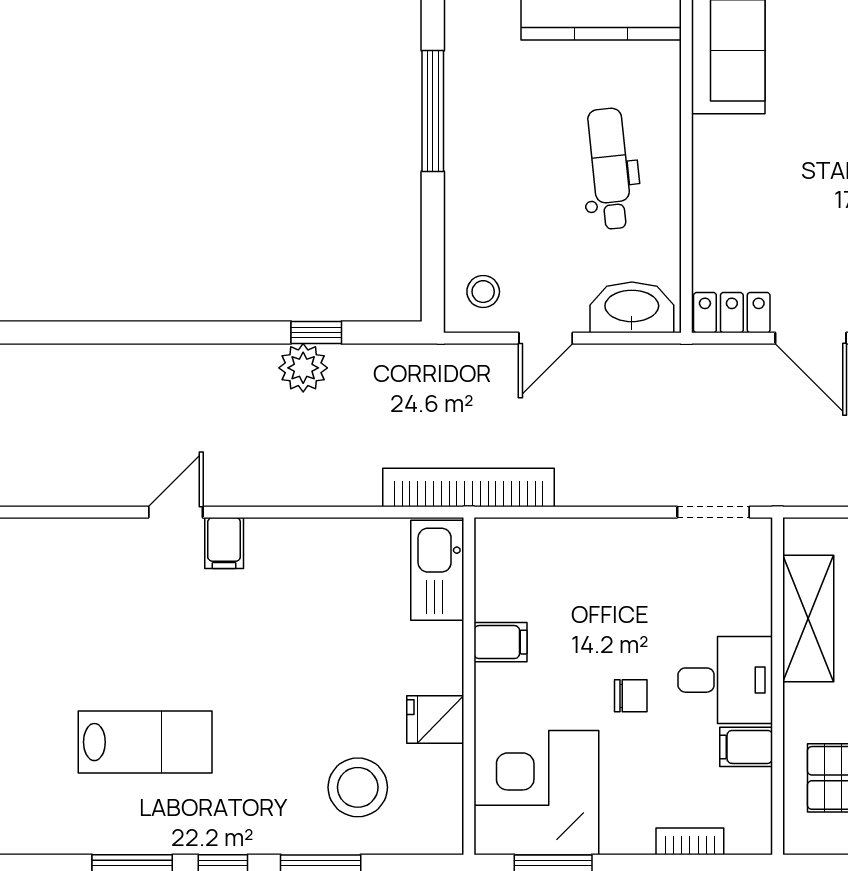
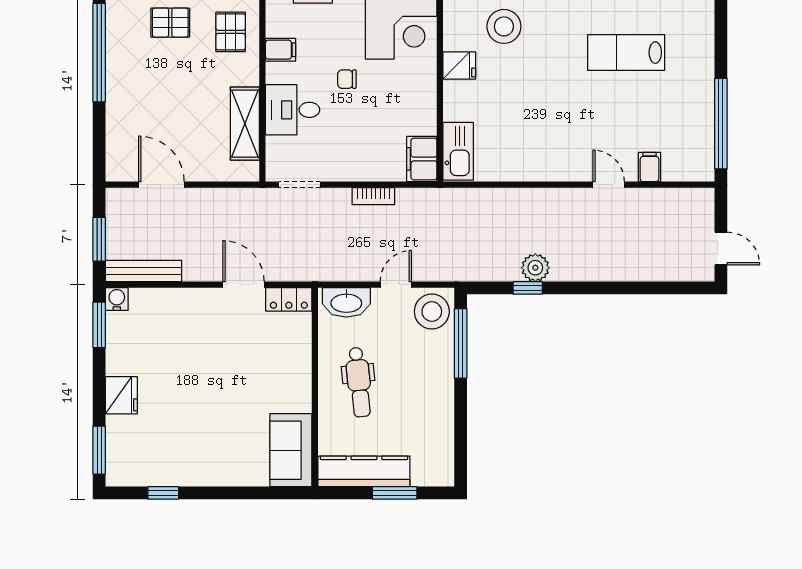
window: (433, 111) -> (461, 343), moved
stool: (483, 292) -> (432, 312), width x1.89, depth x1.89
bookcase: (469, 488) -> (373, 196), moved, width x0.43, depth x0.76
door: (176, 512) -> (609, 185), swing flipped
filing cabinet: (224, 543) -> (649, 167), moved
filing cabinet: (500, 642) -> (422, 159), moved, width x2.00
desk: (725, 680) -> (293, 110), moved

